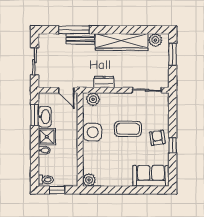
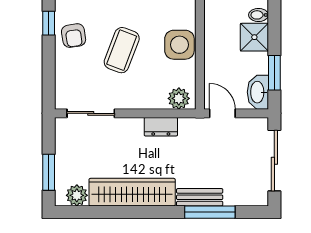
sliding door: (35, 61) -> (274, 161), width x1.37
washbasin: (45, 117) -> (258, 92), moved
coffee table: (128, 129) -> (122, 50), turned -69

